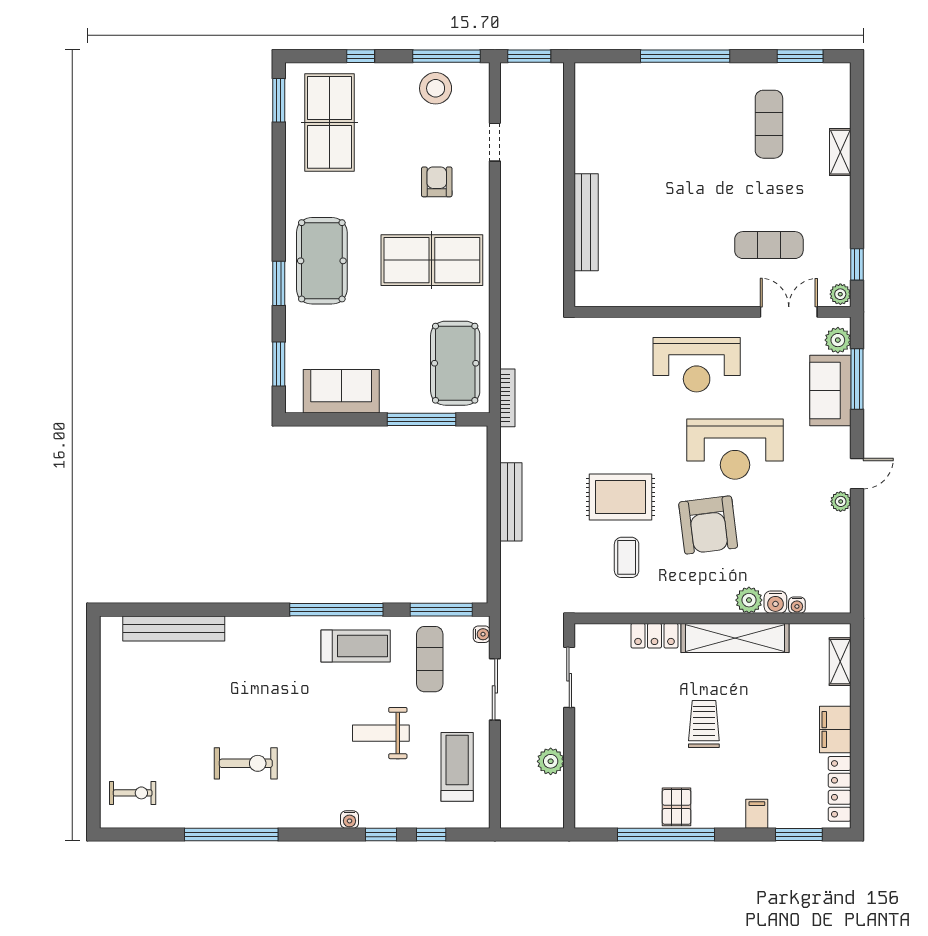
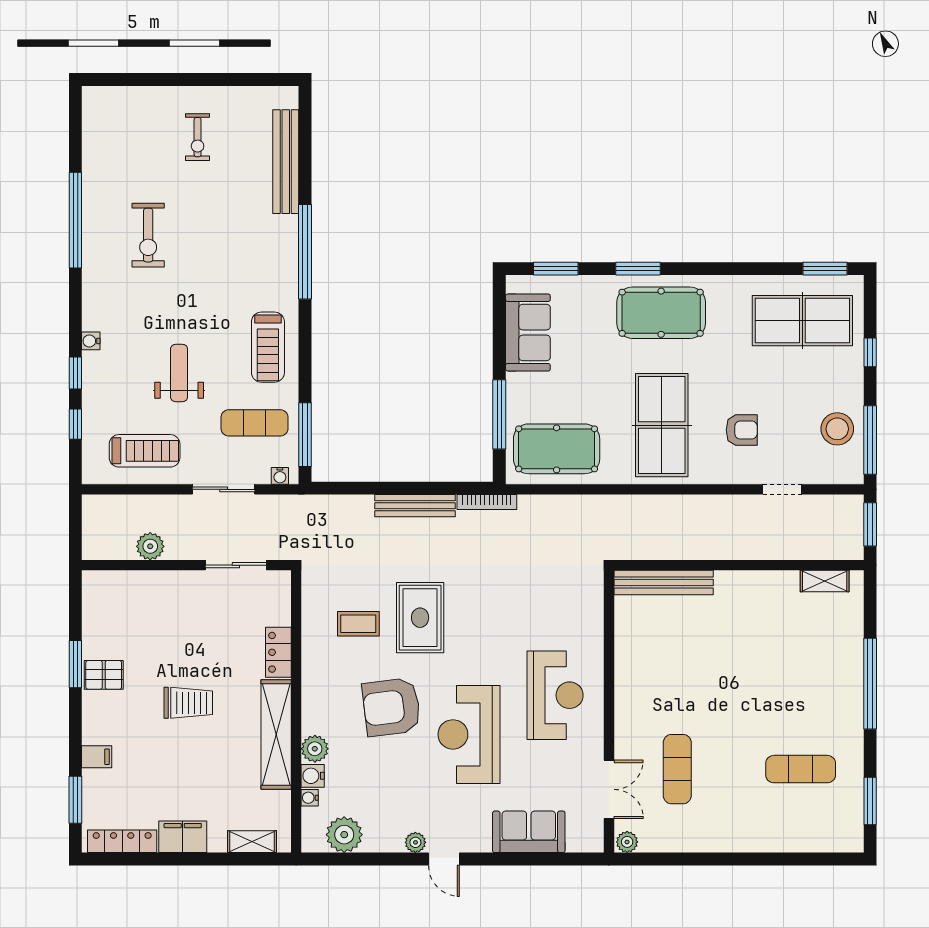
shelving: (840, 152) -> (825, 581), moved
bench: (586, 222) -> (664, 582), moved
window: (857, 264) -> (657, 859), removed
plant: (838, 340) -> (344, 835), moved, width x1.36, depth x1.36
reception desk: (697, 365) -> (555, 695), turned 180
window: (857, 379) -> (540, 859), removed
bookcase: (507, 398) -> (487, 502), moved
window: (336, 610) -> (305, 252), moved
exercise bike: (133, 793) -> (198, 137), moved
window: (666, 835) -> (75, 664), width x0.47

